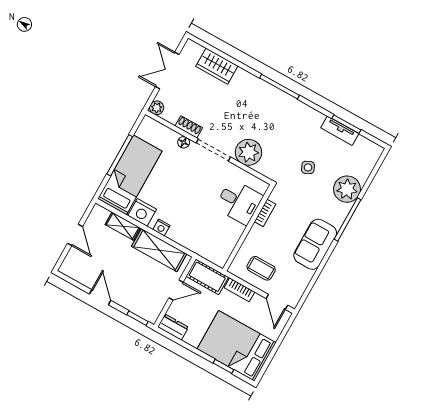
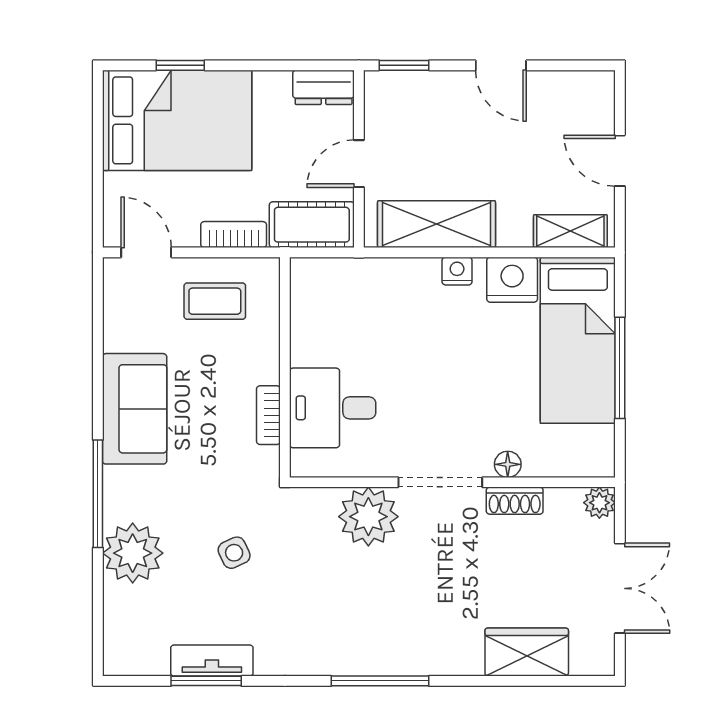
shelving: (123, 226) -> (570, 231), moved

